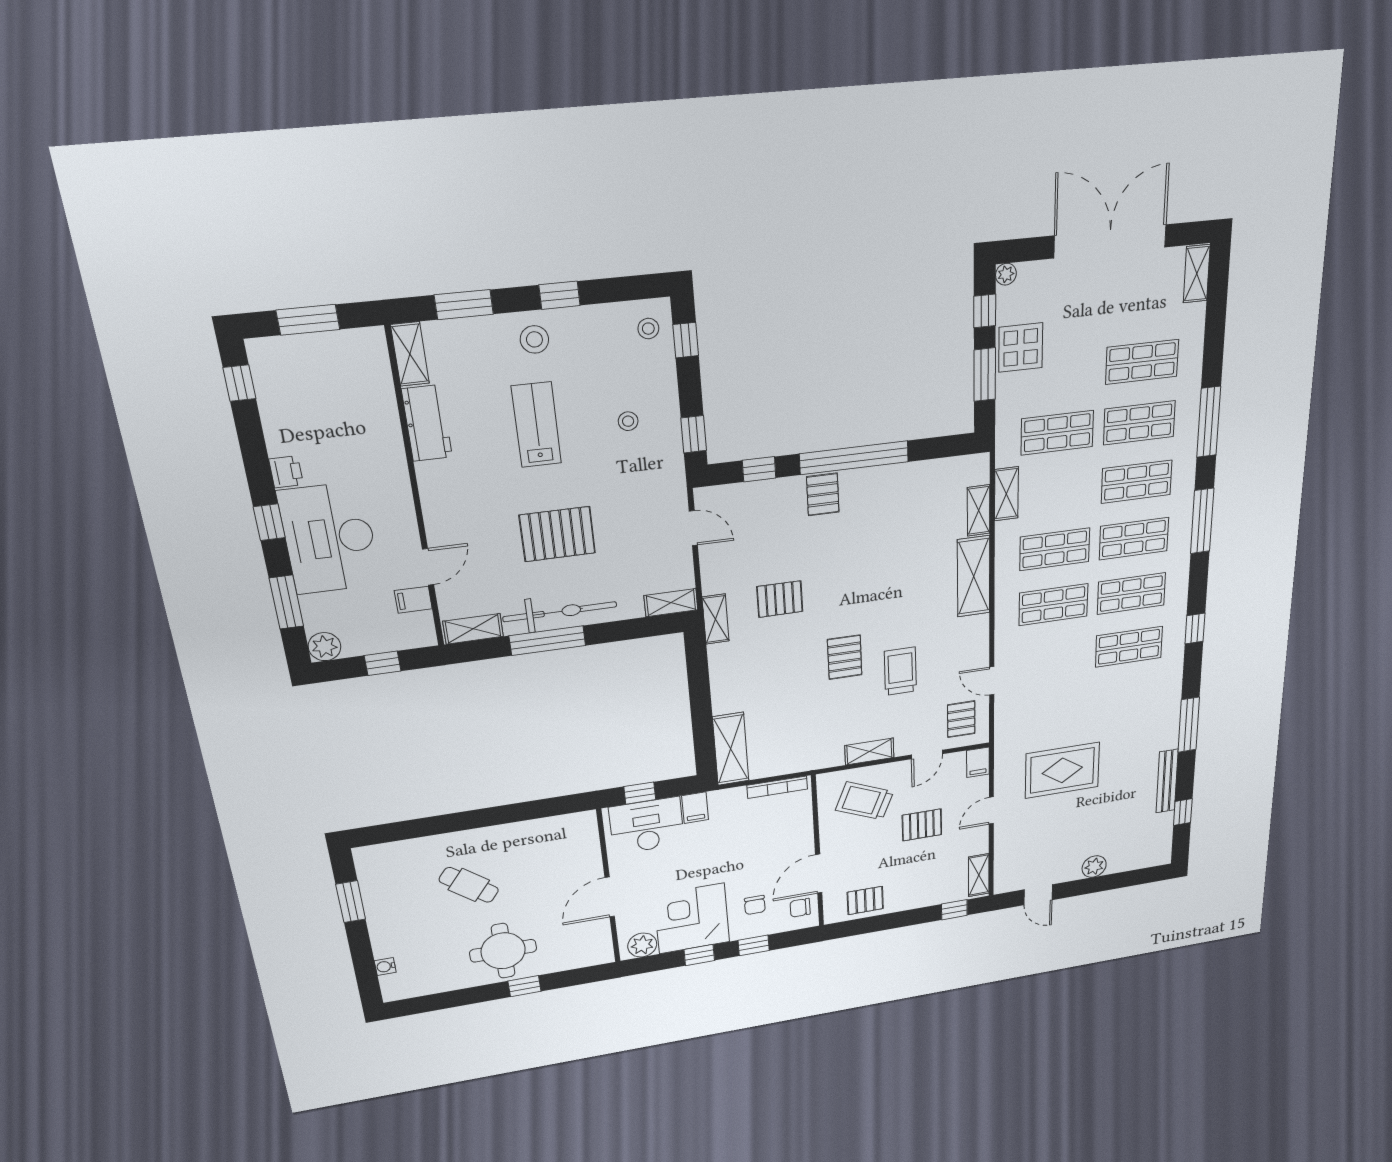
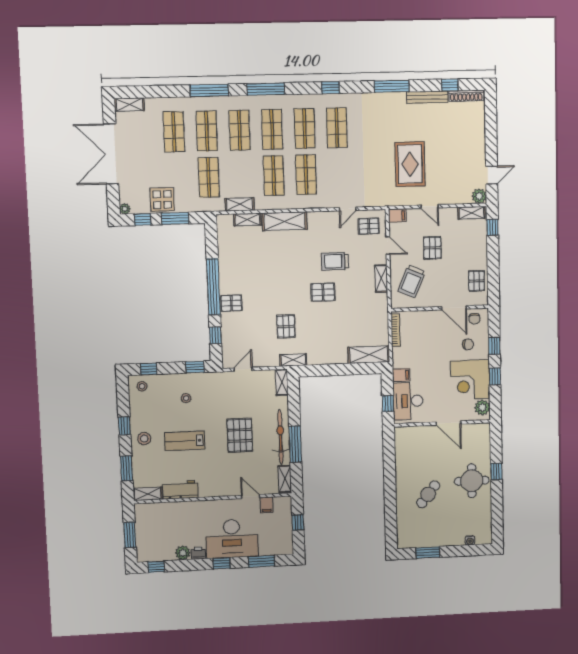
plant: (324, 647) -> (183, 553), moved
shoe rack: (1164, 838) -> (466, 96), added
plant: (1094, 867) -> (479, 196), moved

